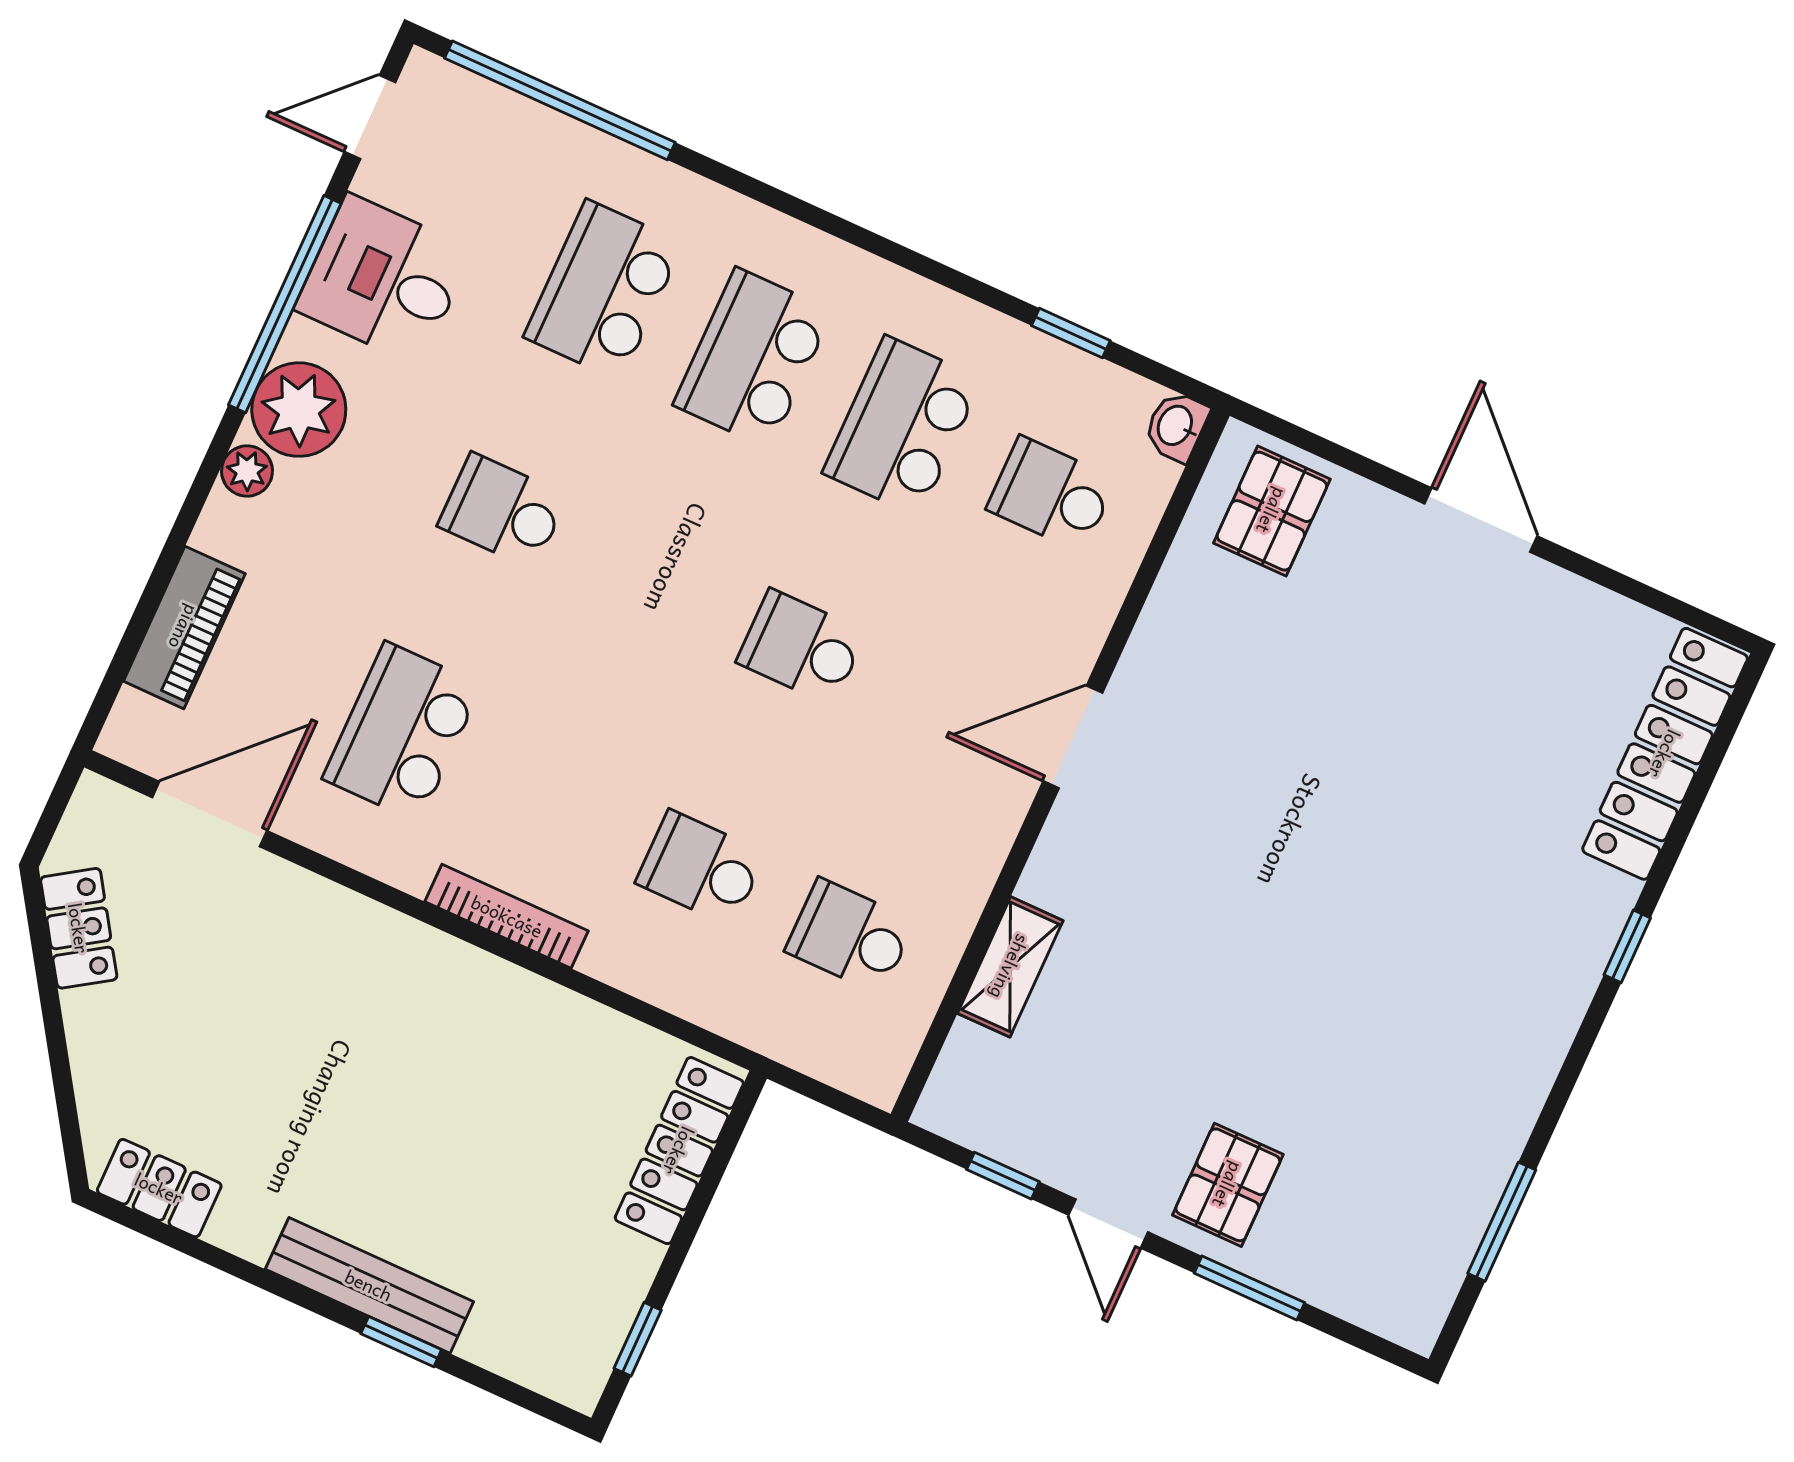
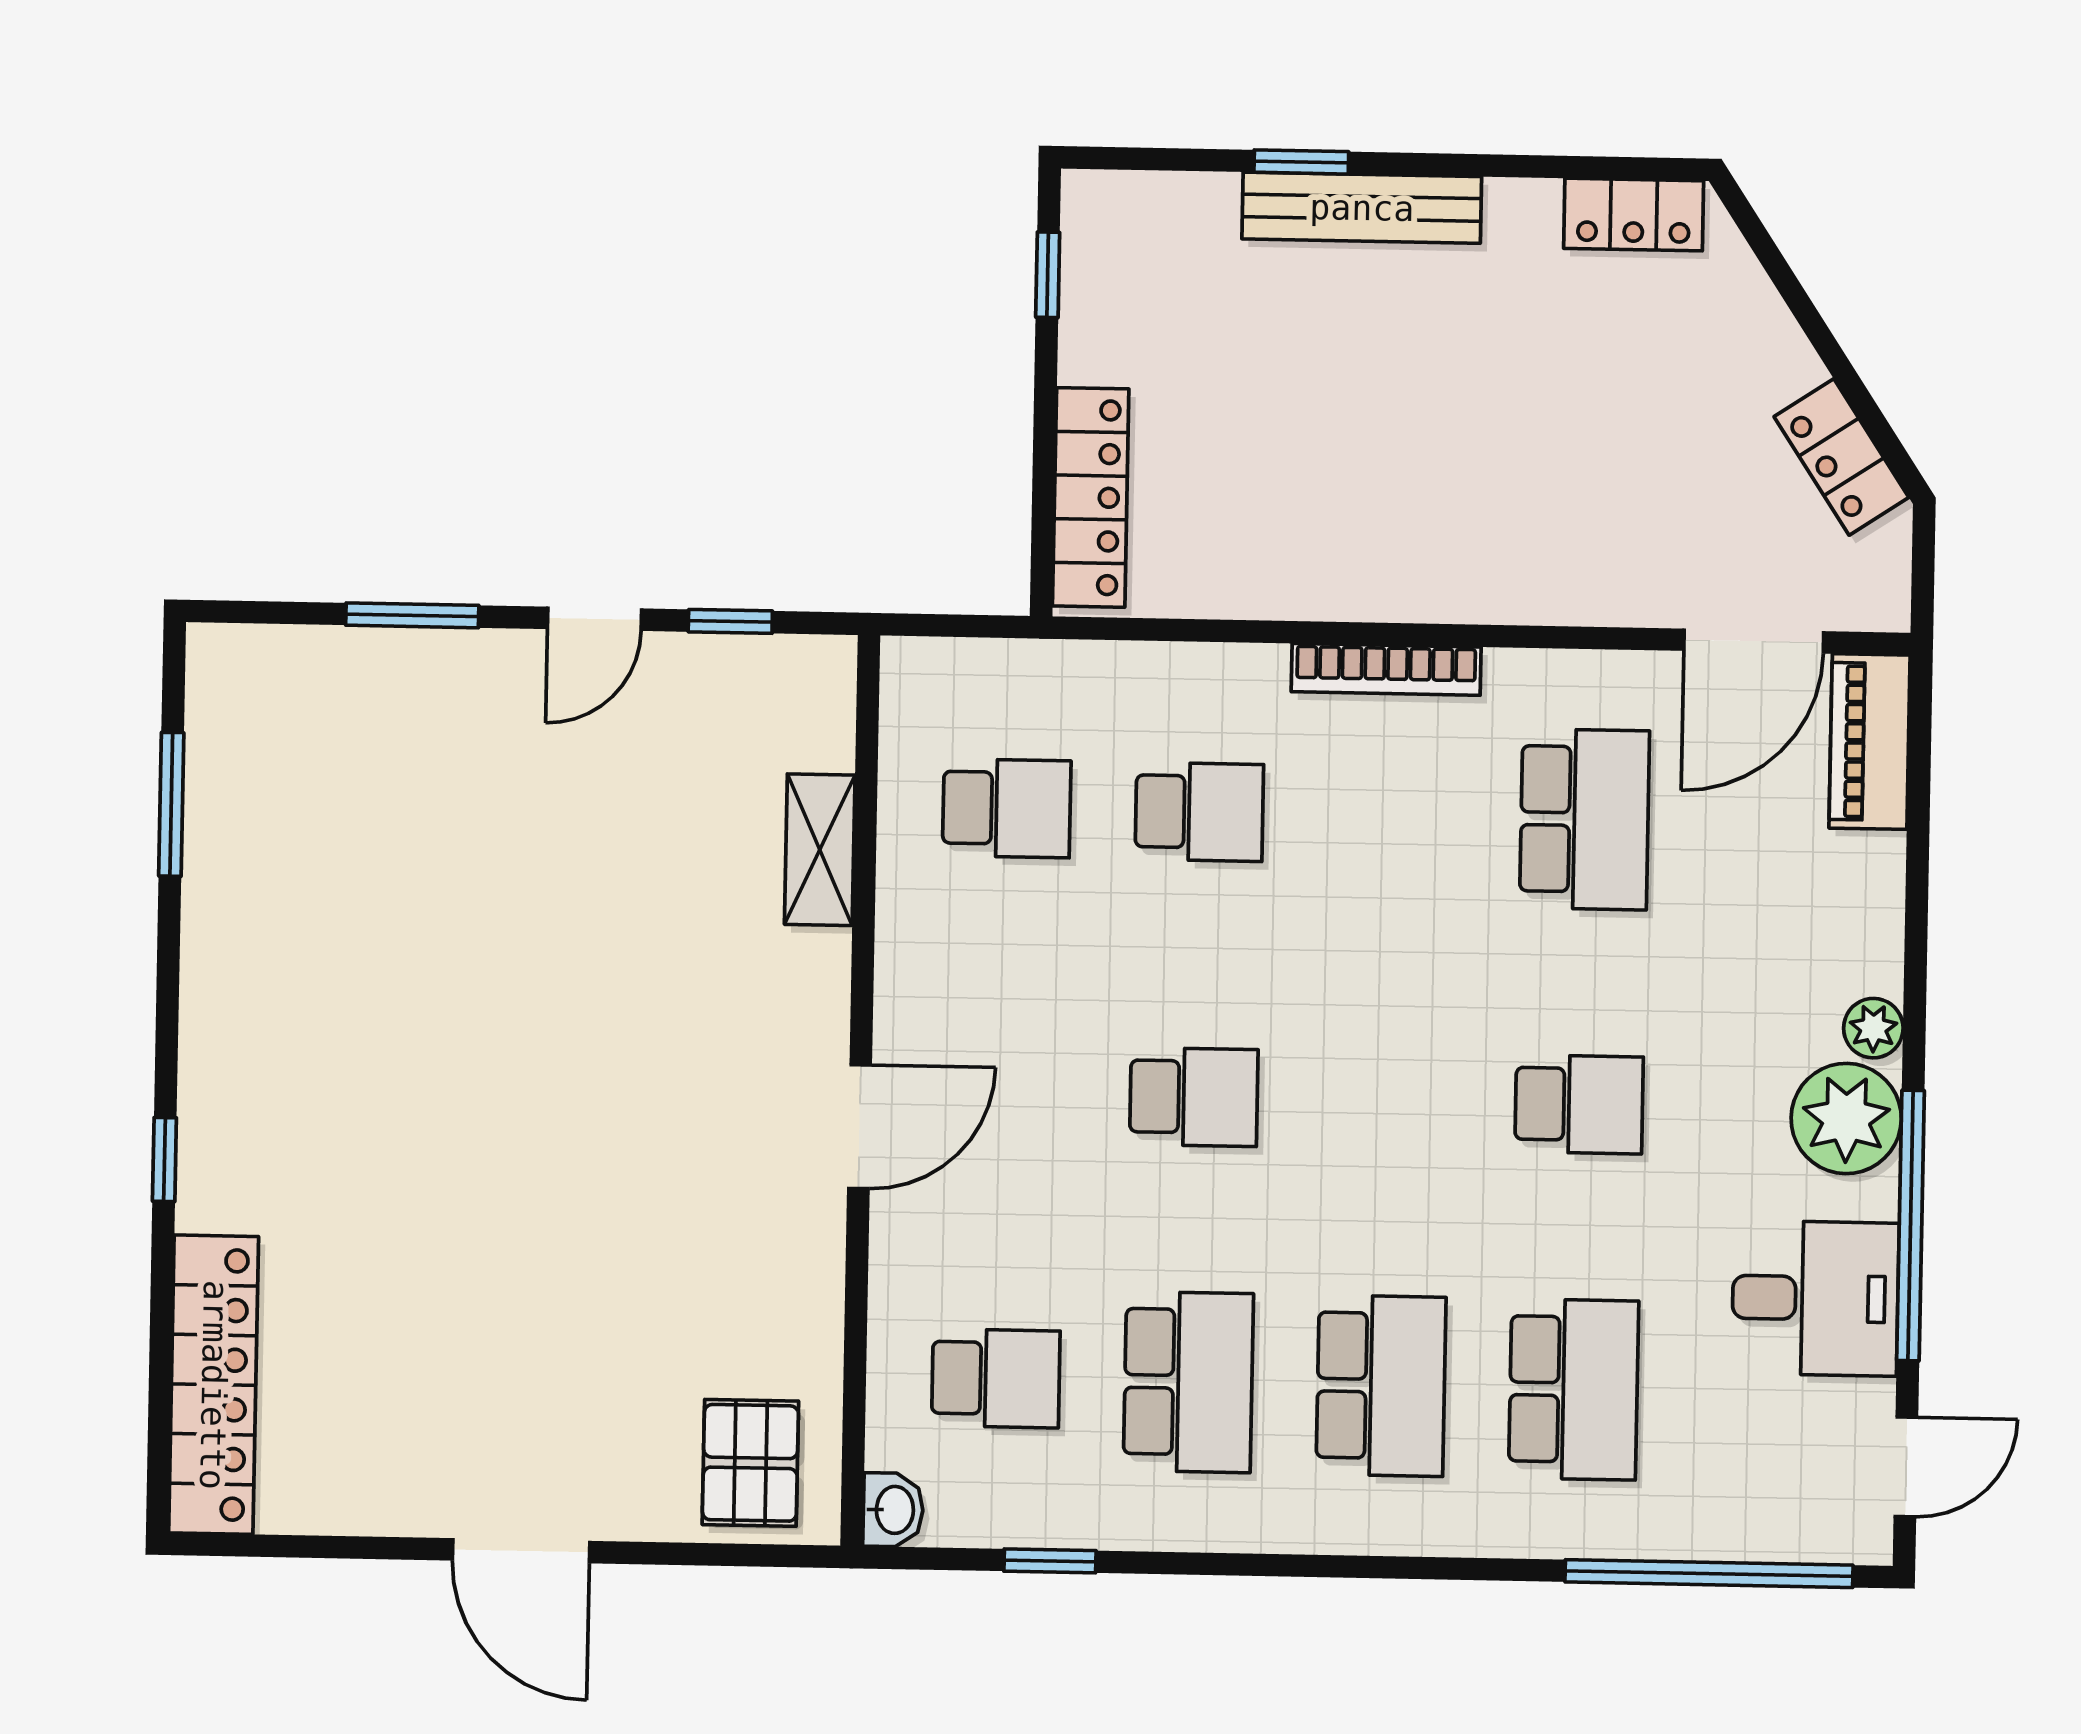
piano: (184, 627) -> (1870, 742), moved
pallet: (1228, 1185) -> (484, 716), removed
door: (1108, 1224) -> (594, 619), swing flipped

